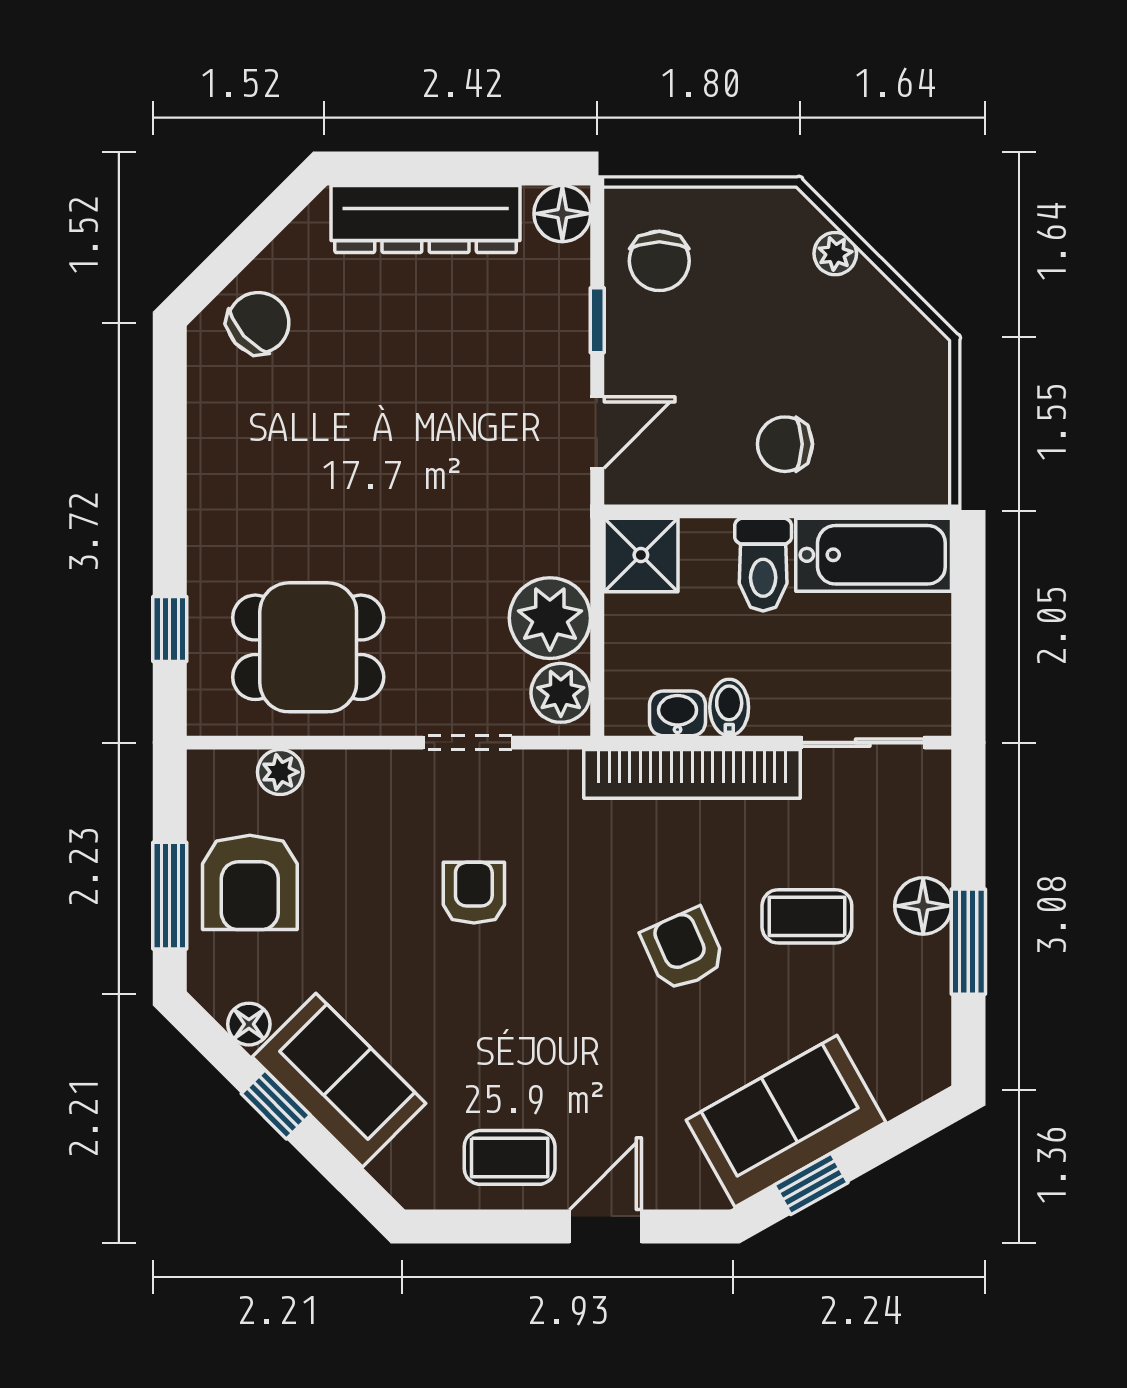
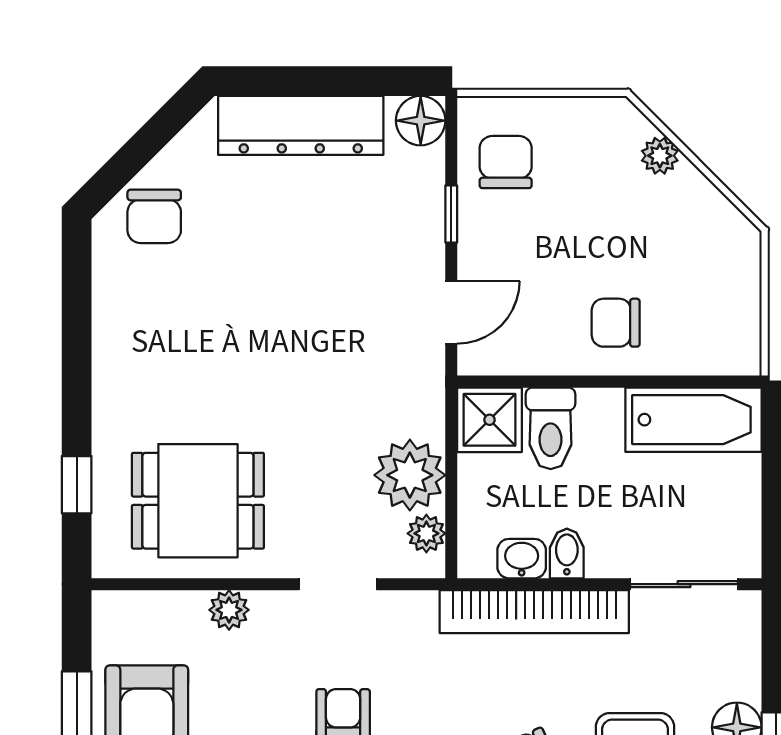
chair: (659, 261) -> (506, 162), turned 180
chair: (258, 323) -> (154, 216), turned 132
toilet: (763, 565) -> (551, 428), moved
plant: (561, 693) -> (426, 533), width x0.73, depth x0.73
plant: (280, 772) -> (229, 610), moved

